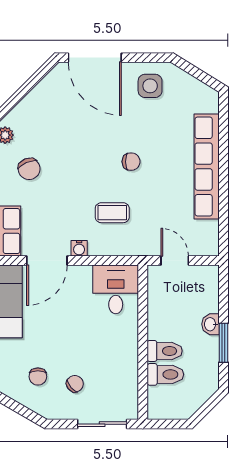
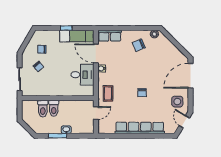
door: (193, 71) -> (184, 122), added
coffee table: (112, 213) -> (108, 93), moved
desk: (116, 289) -> (82, 75), moved

